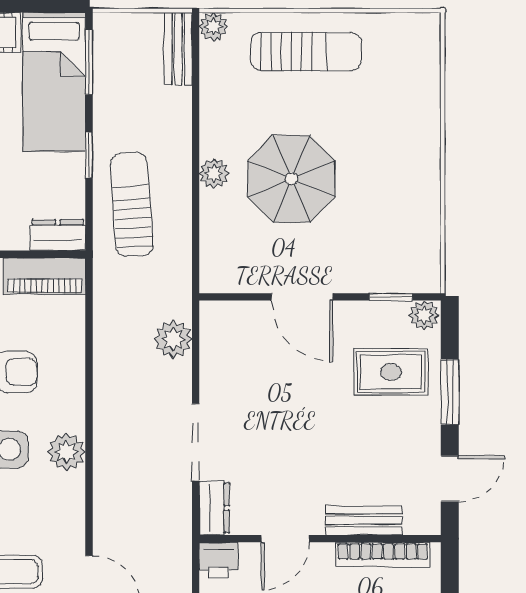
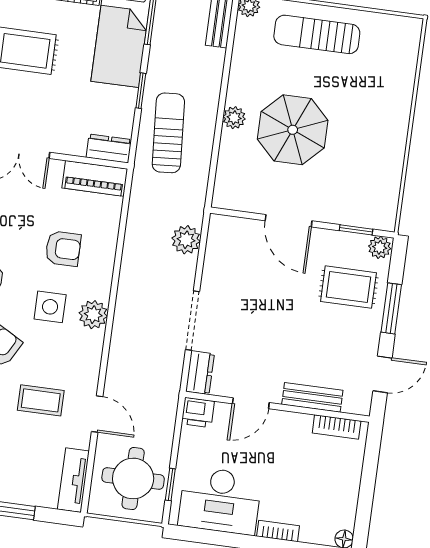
sun lounger: (306, 52) -> (317, 34), turned 180
bookcase: (383, 554) -> (337, 427), width x0.64

